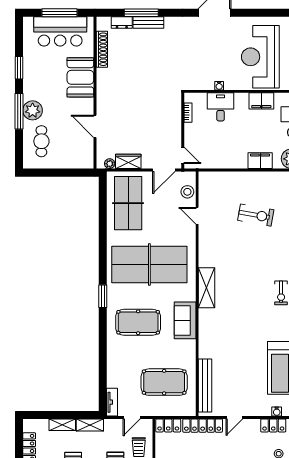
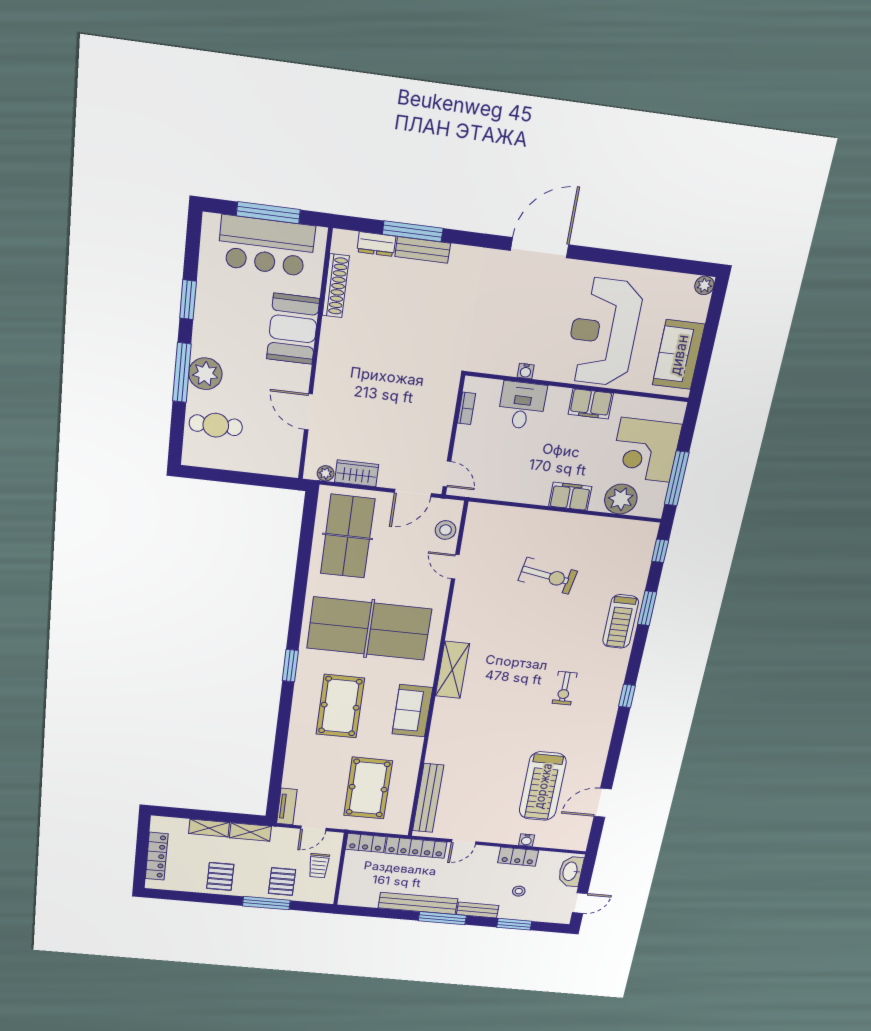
cafe table: (41, 141) -> (216, 425), turned 90
pool table: (138, 322) -> (340, 706), turned 90
pool table: (164, 382) -> (368, 788), turned 90

